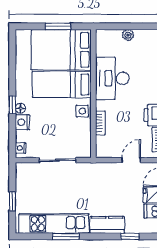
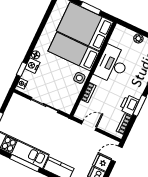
window: (12, 105) -> (22, 69), moved
door: (131, 160) -> (89, 126), moved
window: (66, 236) -> (25, 163), width x1.44

